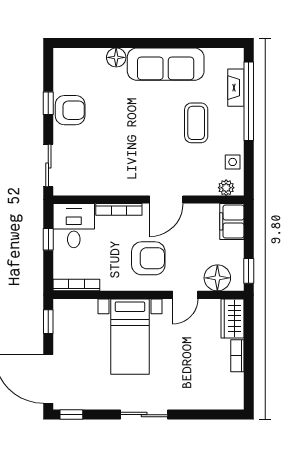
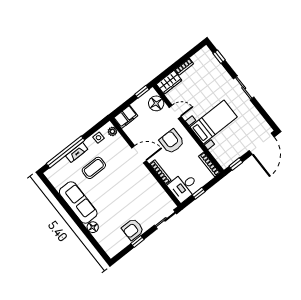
fireplace: (236, 88) -> (77, 152), moved
armchair: (70, 110) -> (133, 229), turned -90
window: (71, 415) -> (219, 57), moved

